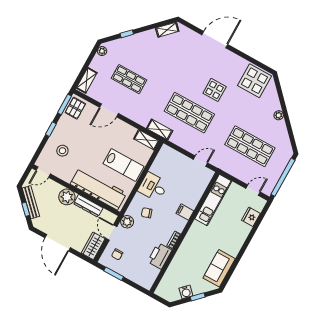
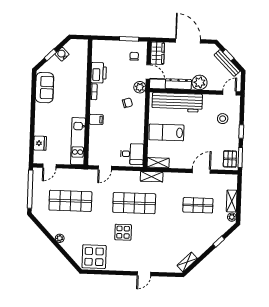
door: (215, 40) -> (144, 274), width x0.53
shelving: (87, 80) -> (232, 201), moved
desk: (153, 187) -> (132, 154), moved

